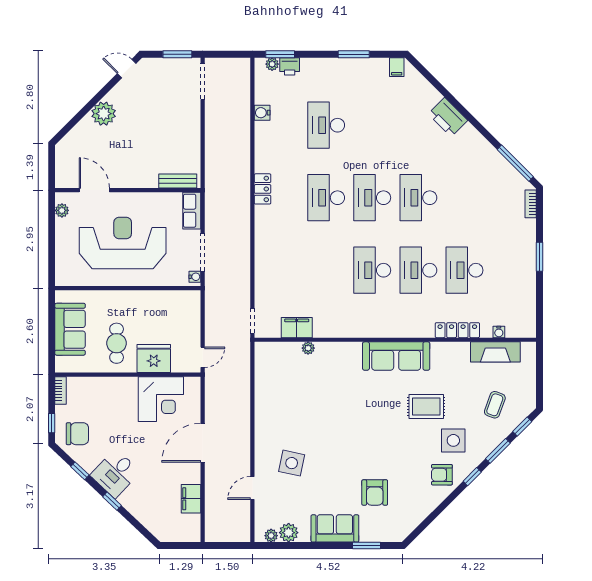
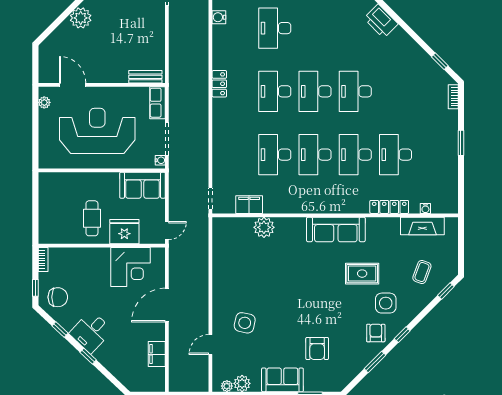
window: (515, 163) -> (440, 61), width x0.46
desk: (326, 270) -> (275, 155), added
sofa: (70, 329) -> (143, 185), moved, turned 90
plant: (308, 348) -> (264, 227), width x1.87, depth x1.87
window: (498, 451) -> (375, 362), moved
armchair: (442, 475) -> (376, 333), turned 90

